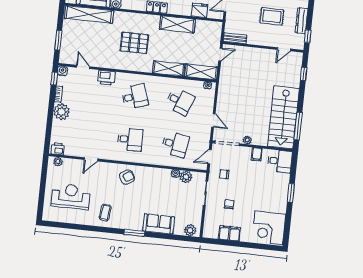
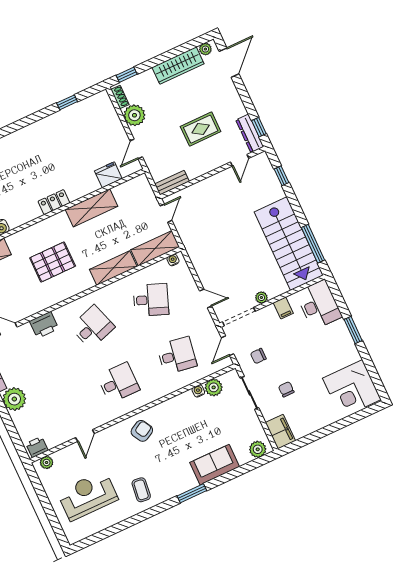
dresser: (302, 21) -> (250, 133), moved
desk: (280, 161) -> (319, 305), width x1.37
filing cabinet: (229, 233) -> (280, 432), moved, turned 90

